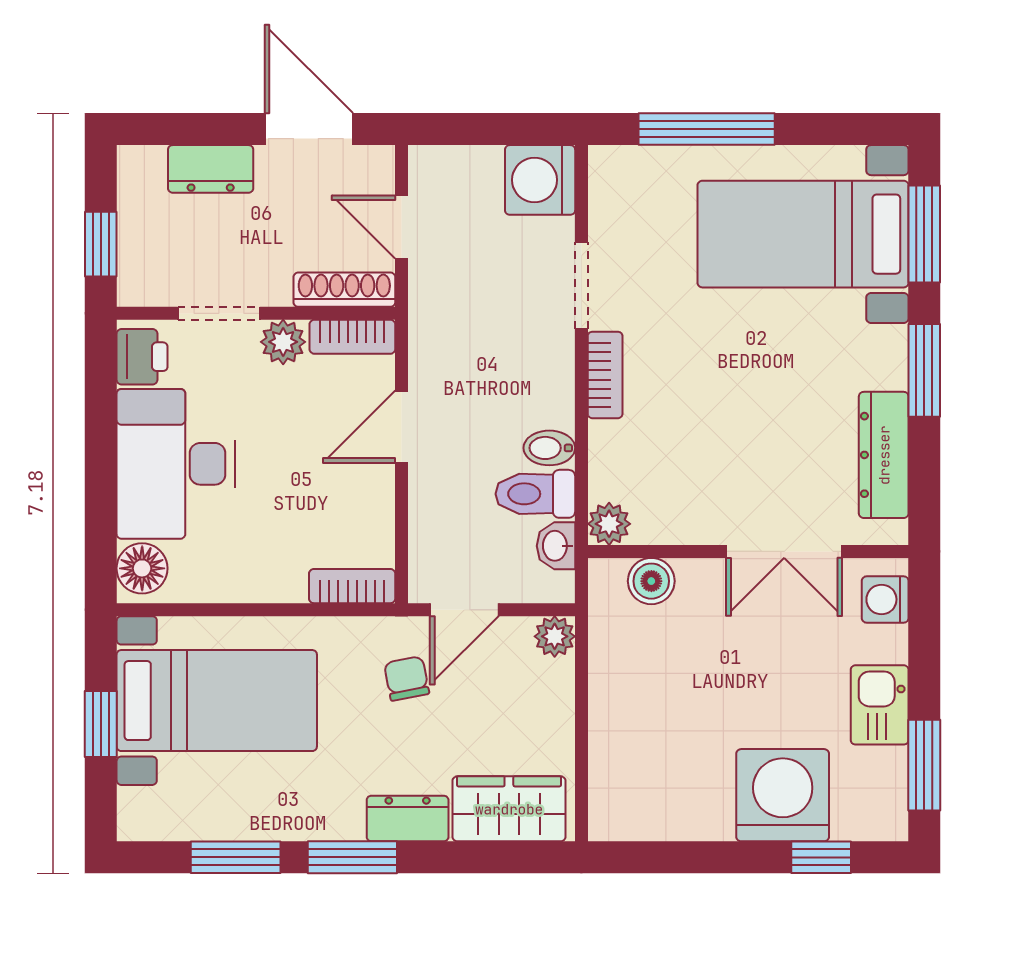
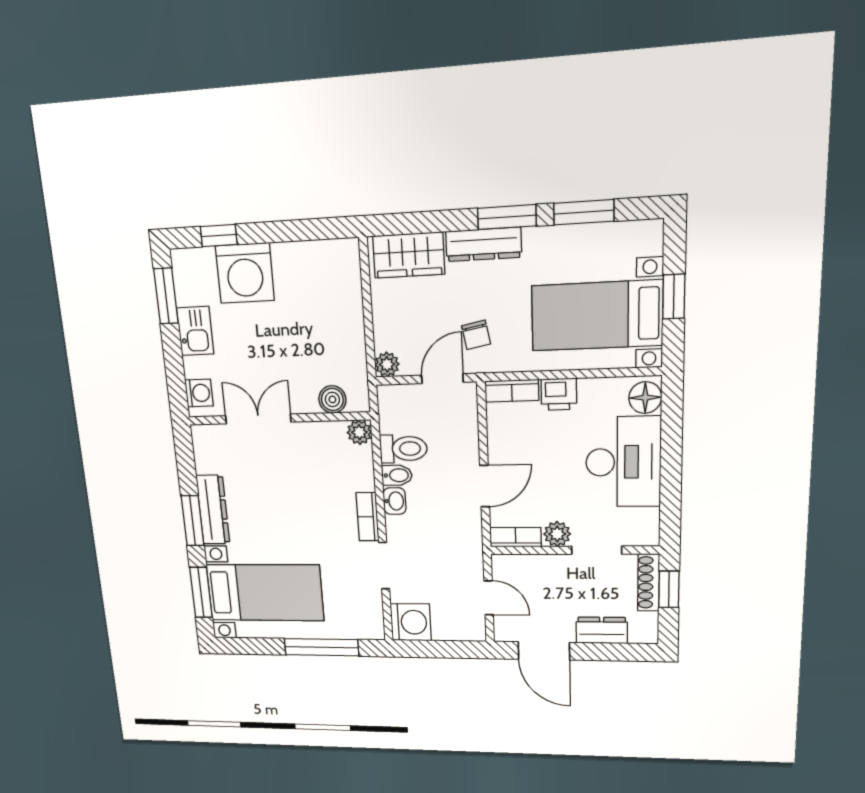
shoe rack: (344, 290) -> (649, 582), moved, turned 90
printer: (142, 357) -> (559, 394), moved, turned -90
dresser: (884, 455) -> (213, 510), moved
washbasin: (556, 546) -> (395, 501), moved
dresser: (408, 818) -> (484, 244), width x1.44

